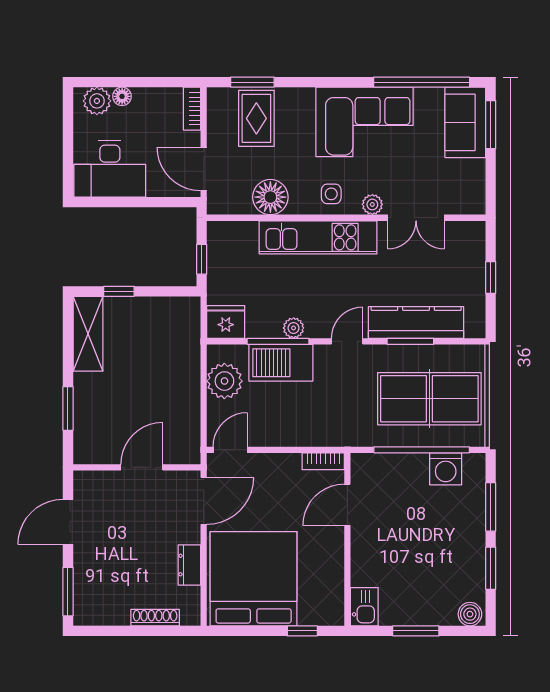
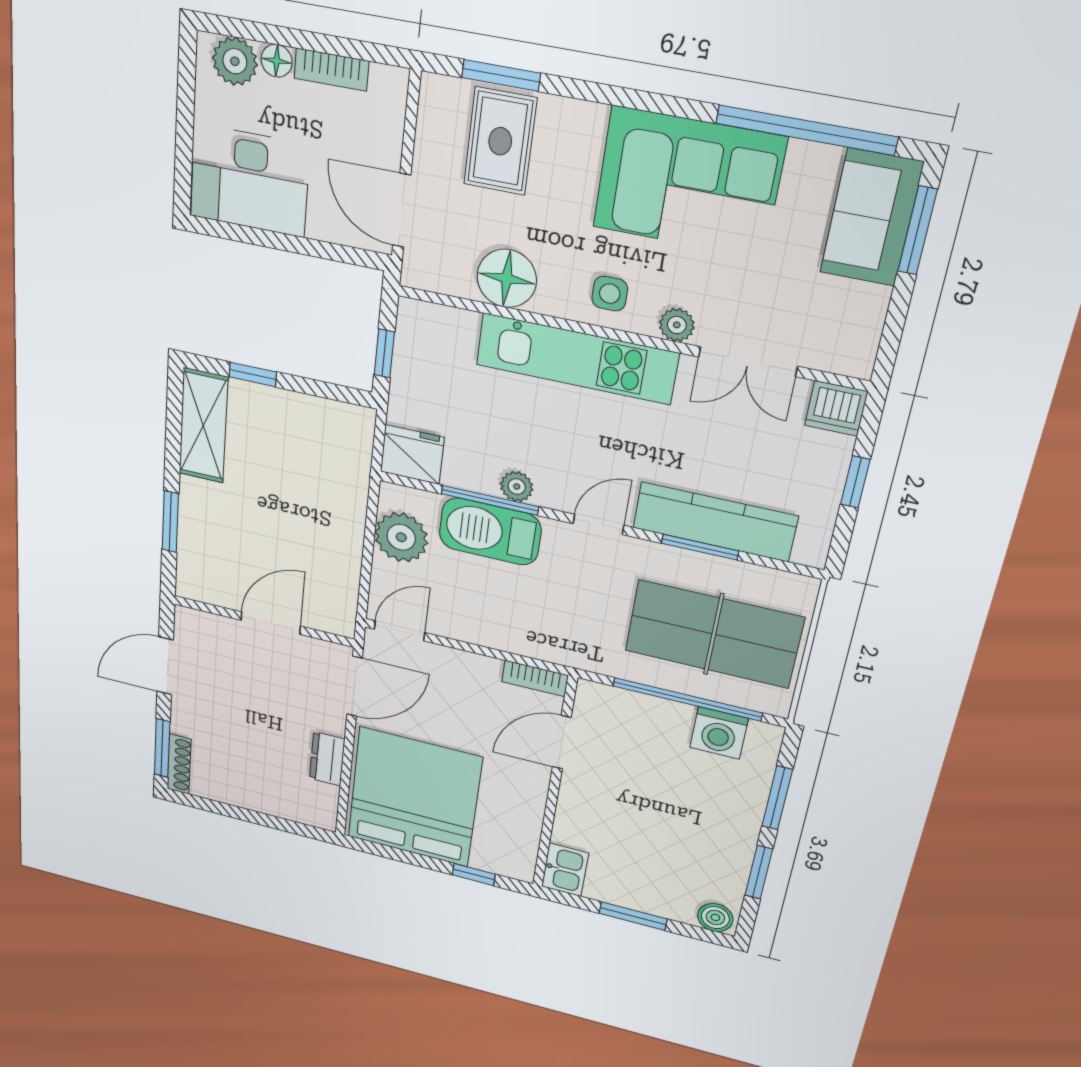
bookcase: (192, 109) -> (331, 70), moved, turned -90
dishwasher: (470, 235) -> (836, 408), added
shoe rack: (155, 618) -> (179, 764), moved, turned 90

